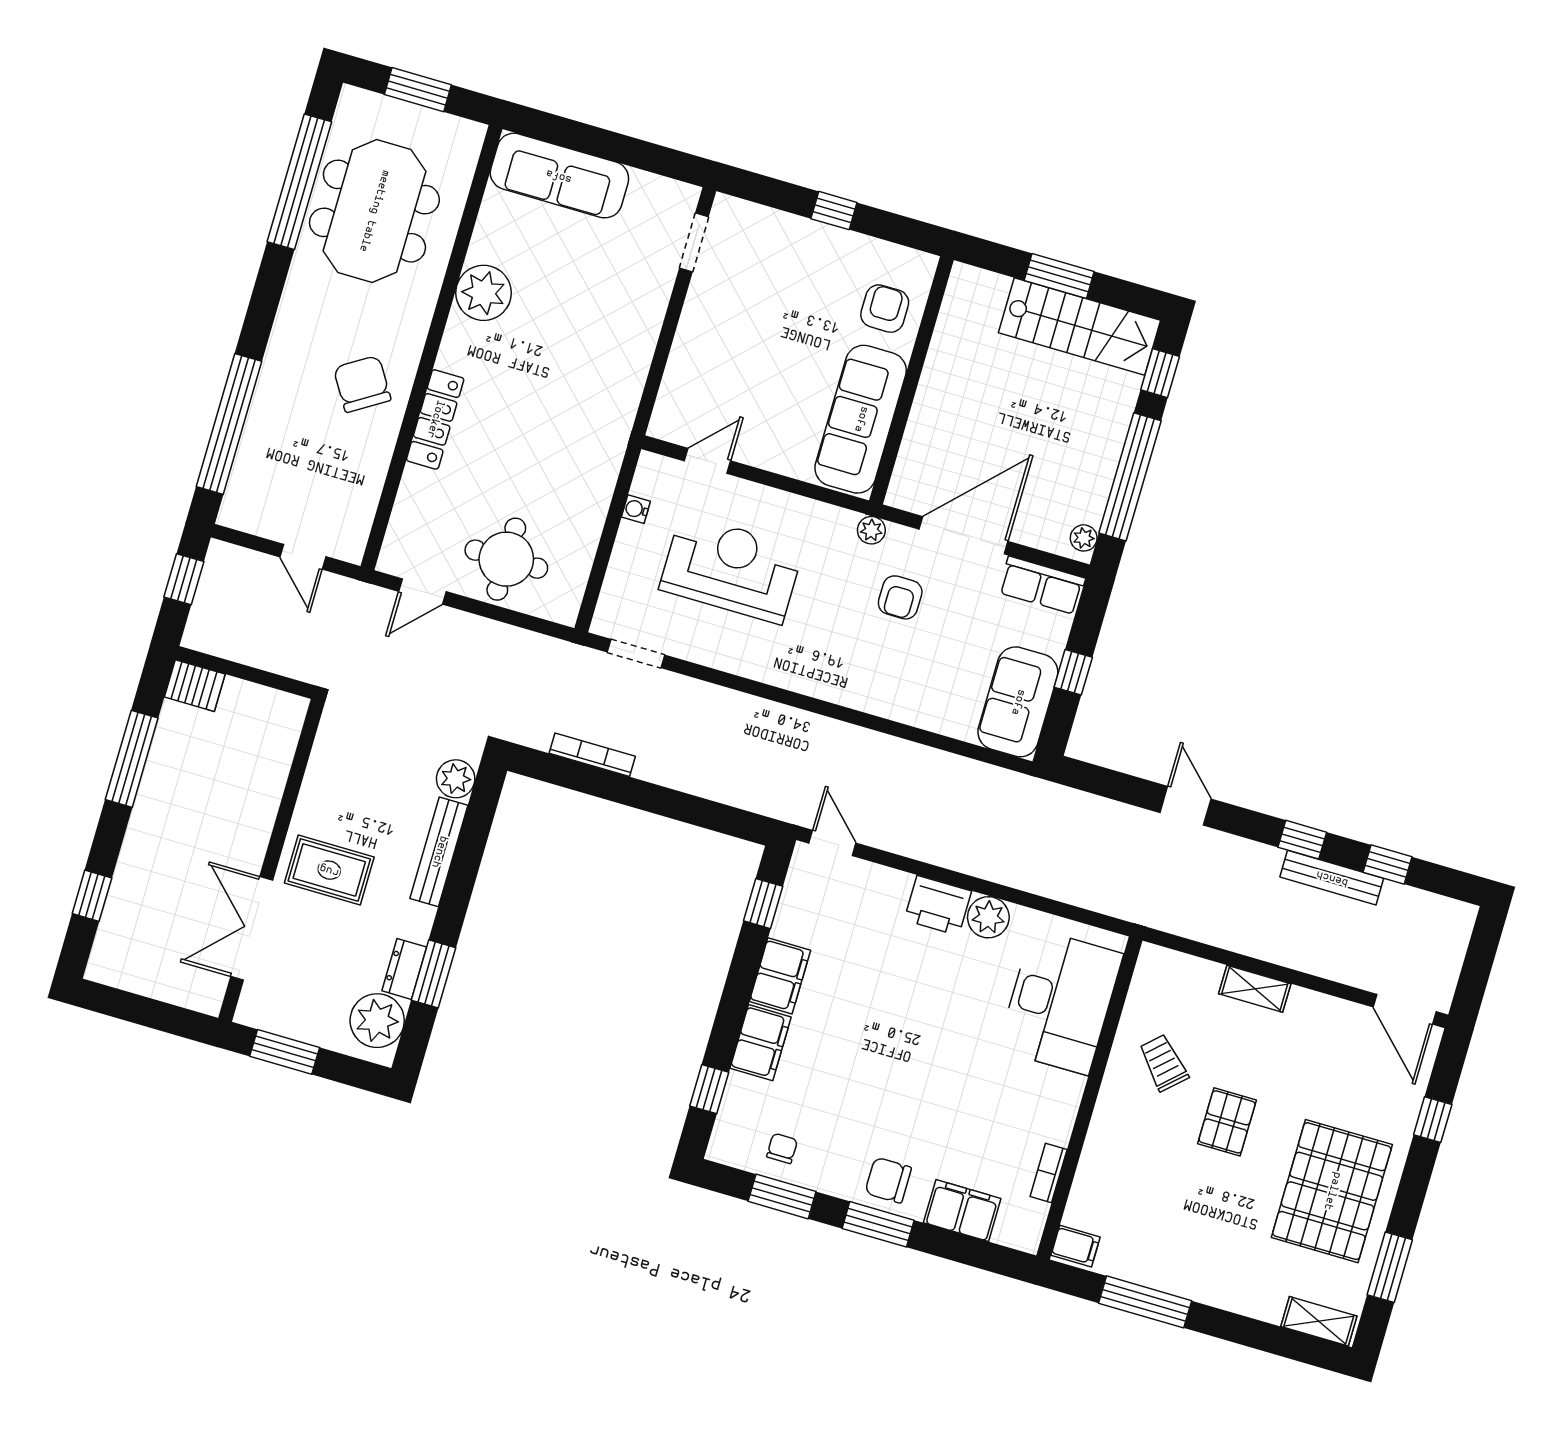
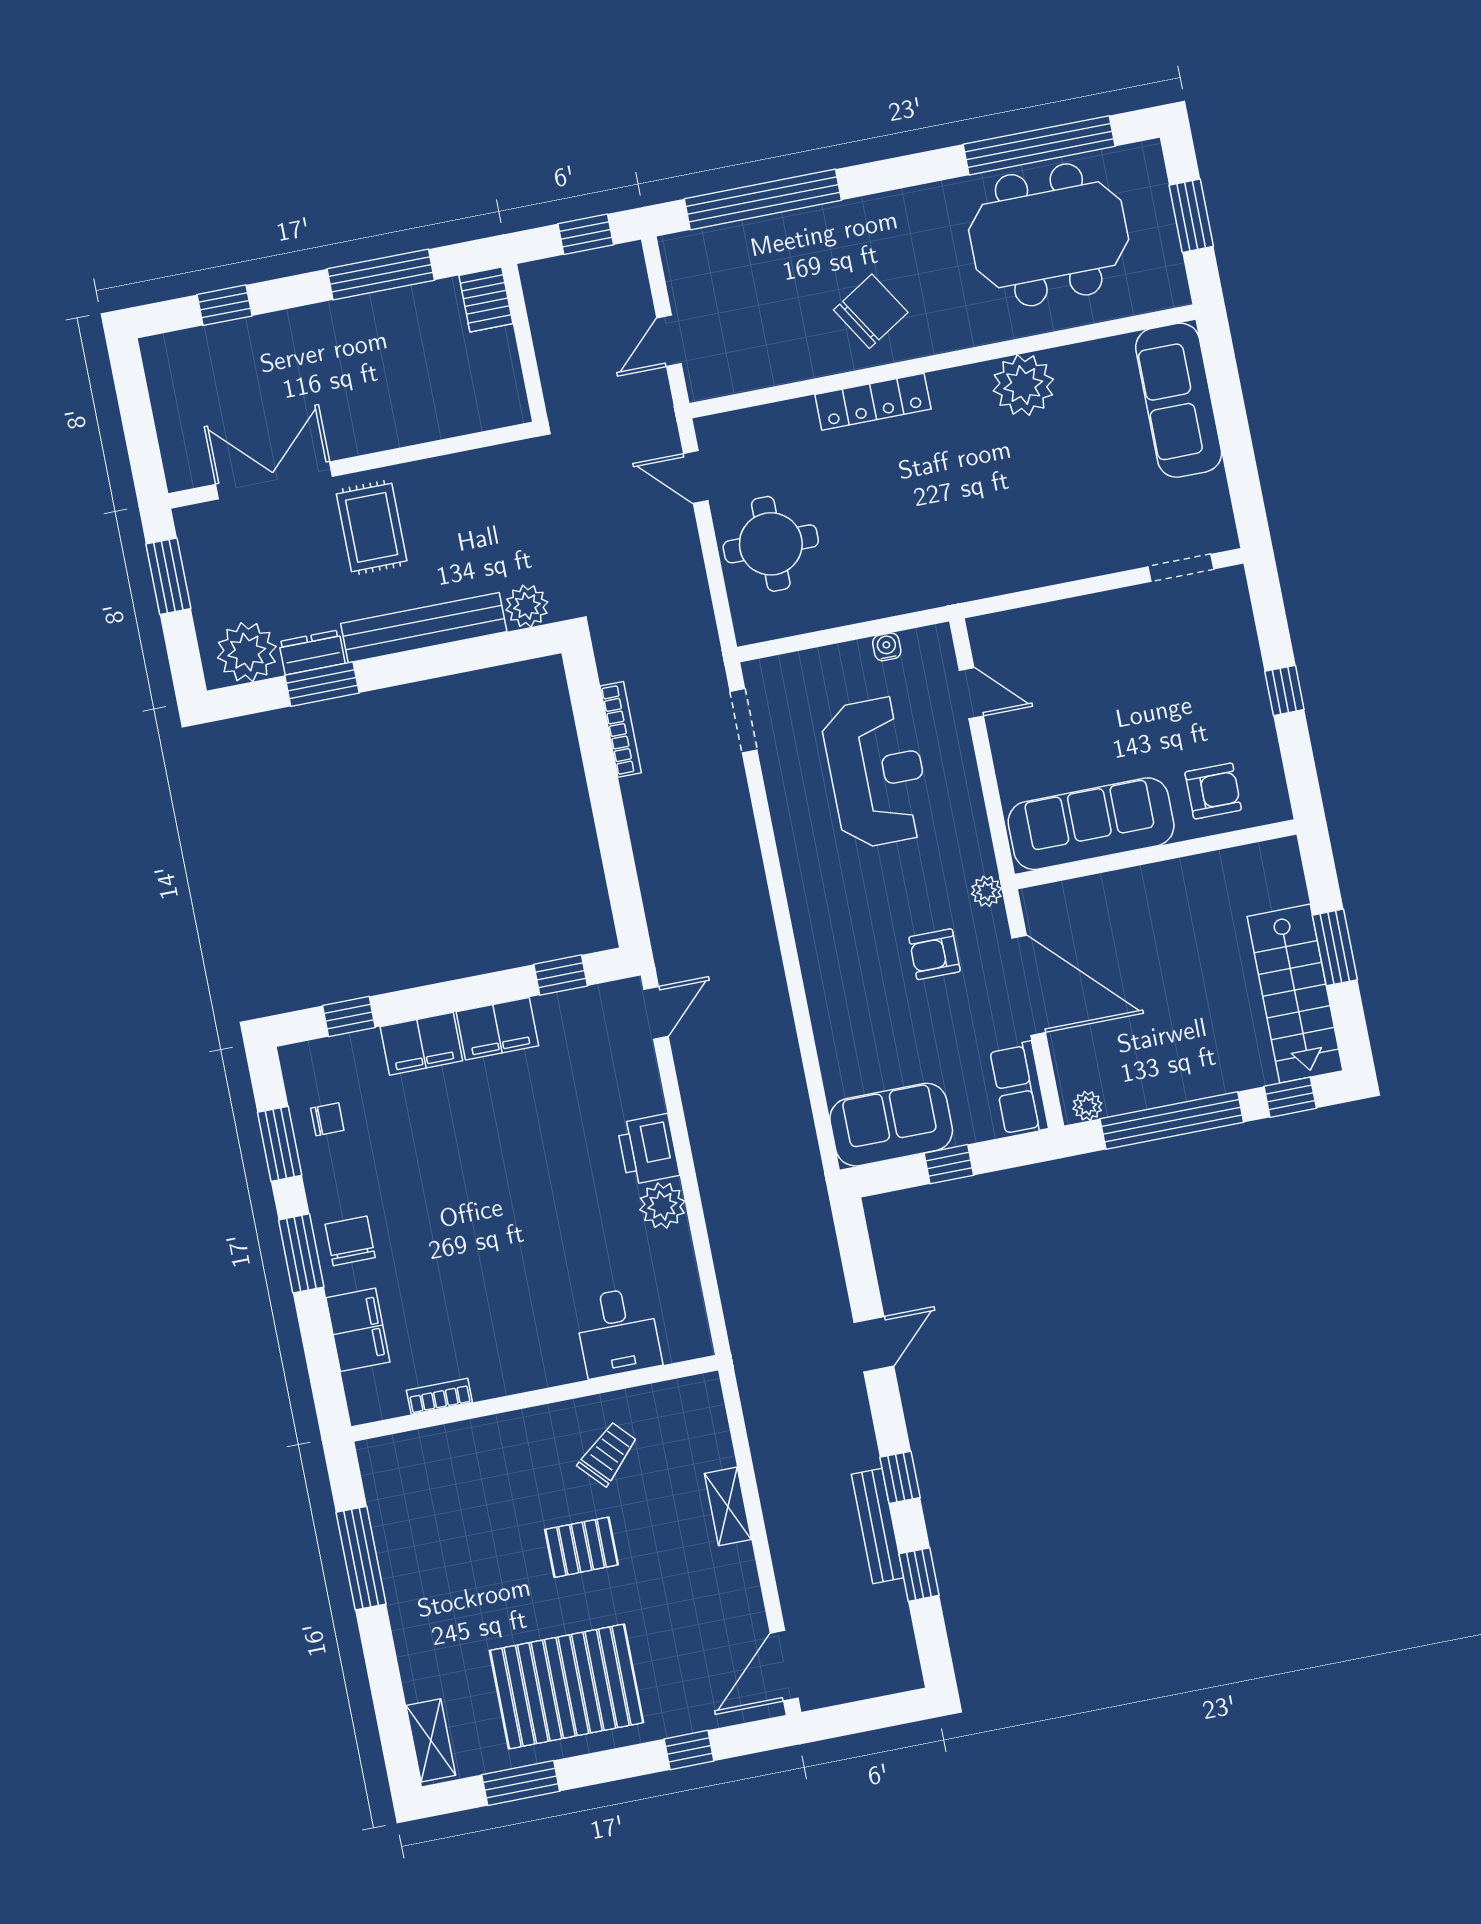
bench: (439, 852) -> (424, 628), width x1.37, depth x1.21
desk: (1060, 1002) -> (618, 1332), width x0.53, depth x0.77
filing cabinet: (1076, 1246) -> (381, 1460), removed

